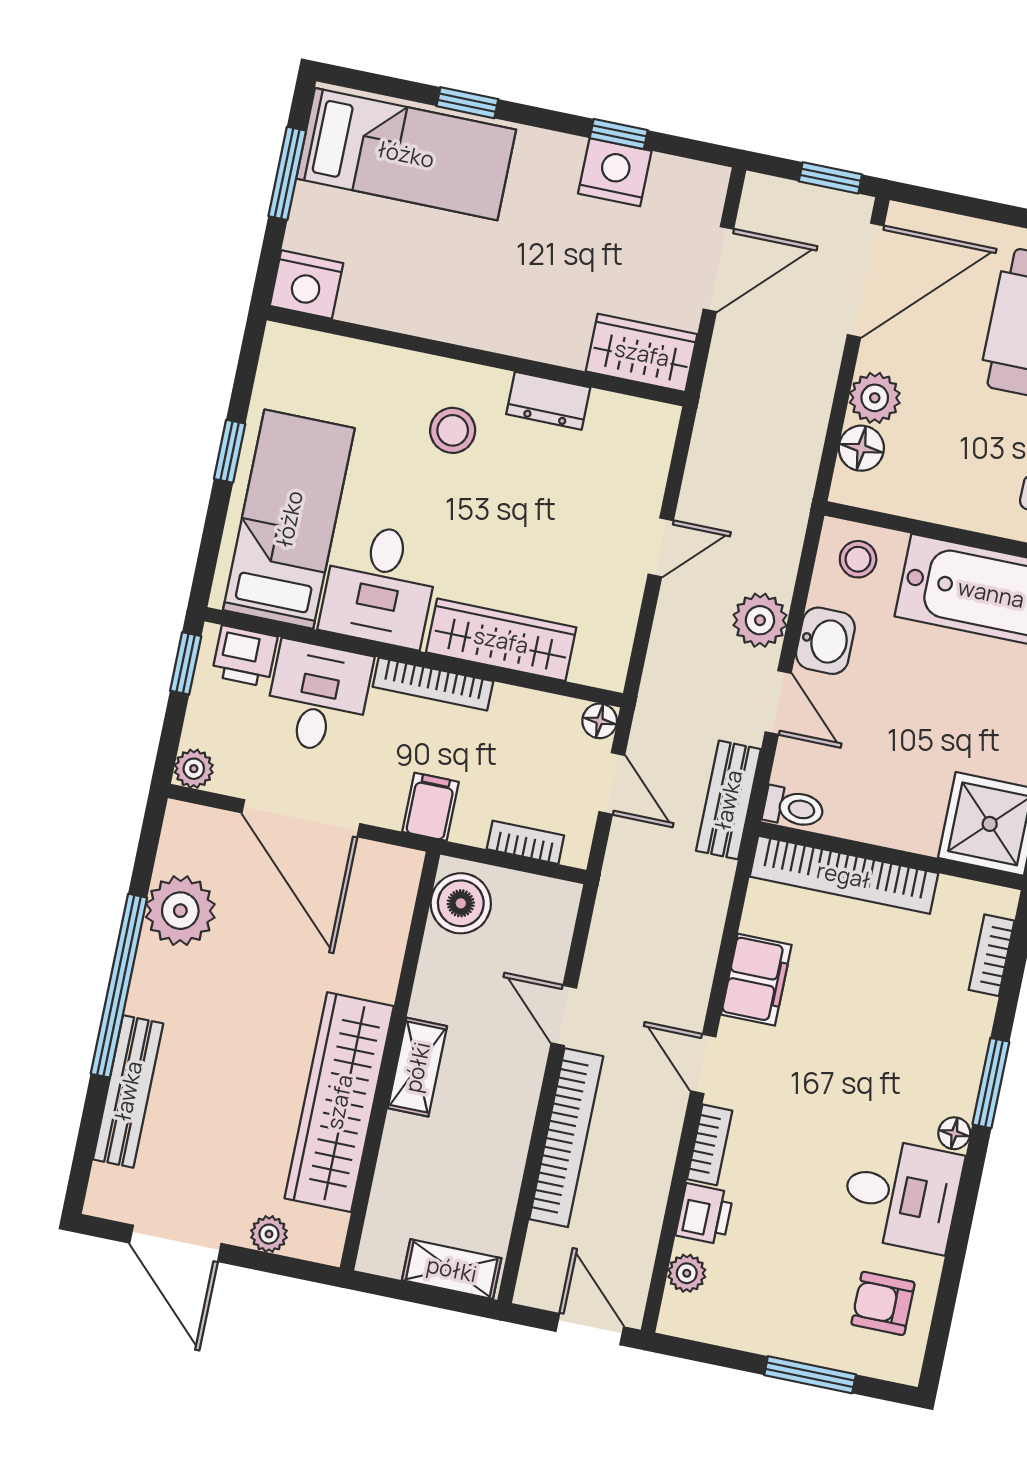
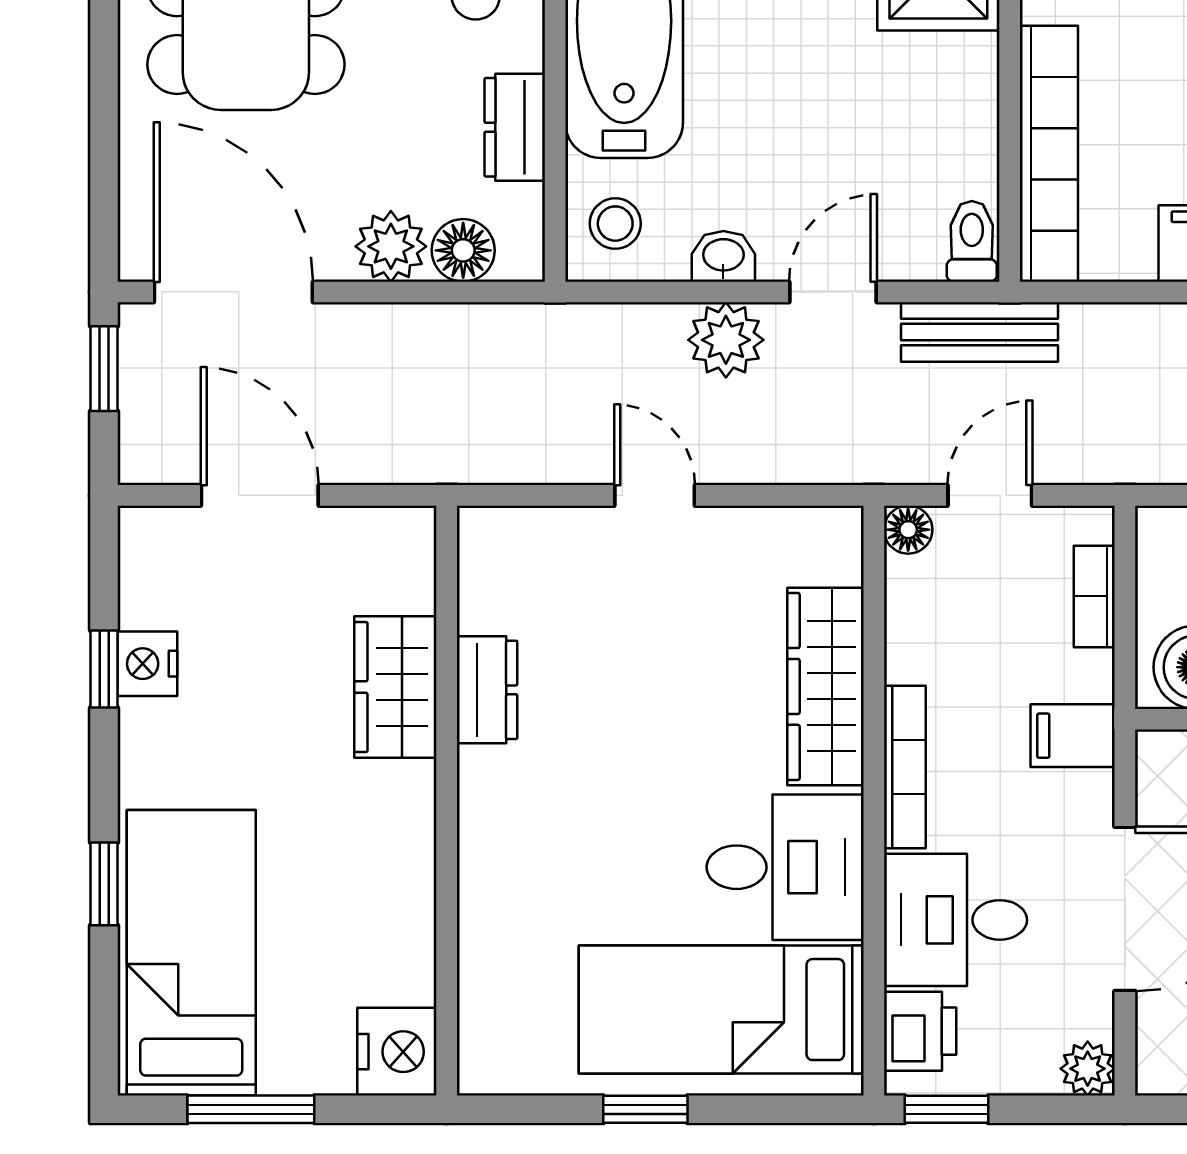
nightstand: (615, 172) -> (147, 664), width x0.74, depth x0.75
wardrobe: (642, 353) -> (395, 687), moved
stool: (453, 430) -> (554, 812), removed
dresser: (941, 502) -> (515, 127), added
washbasin: (825, 641) -> (723, 256), width x0.72, depth x0.69

